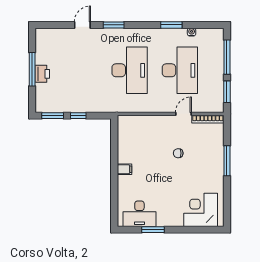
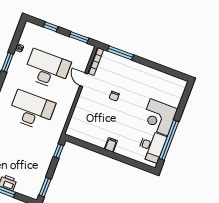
window: (227, 57) -> (51, 27), width x0.46
window: (78, 116) -> (59, 151), moved
window: (227, 161) -> (120, 53), moved
corner desk: (201, 210) -> (159, 117), moved
window: (153, 230) -> (169, 140), width x2.11

